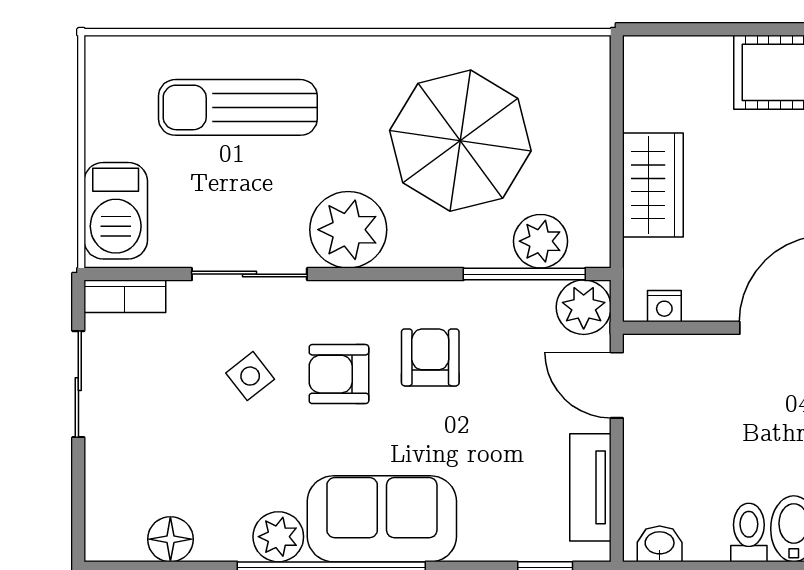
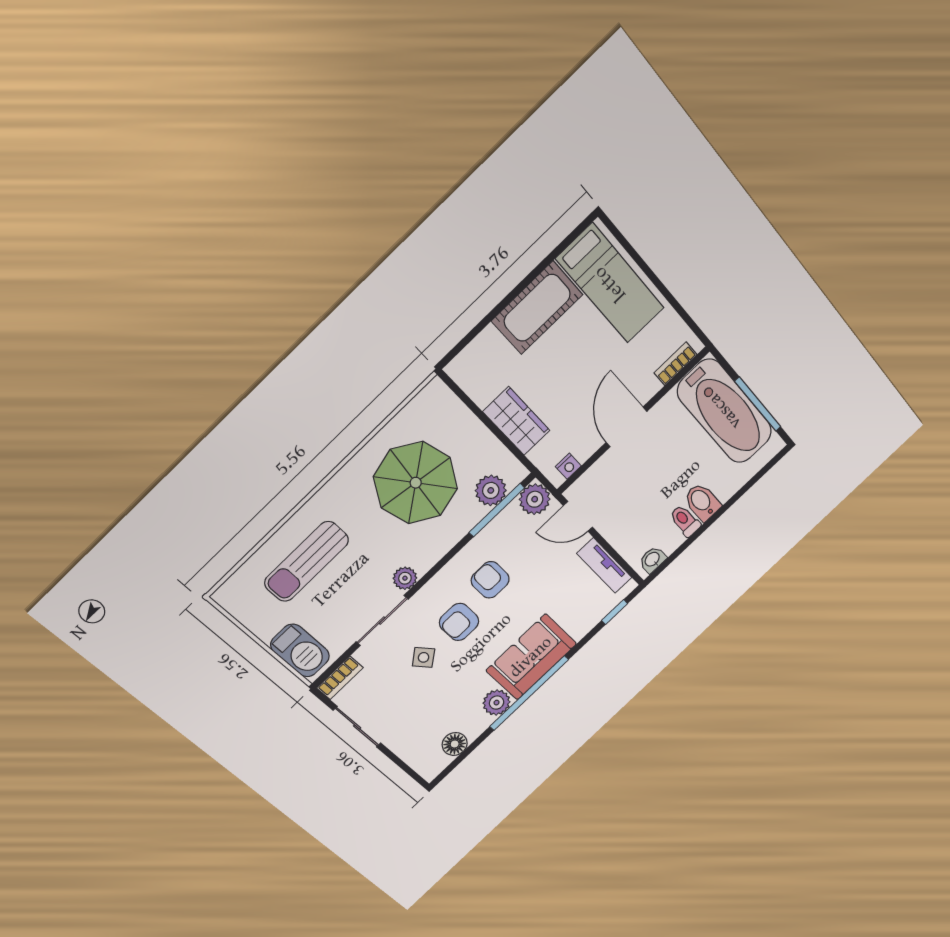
plant: (348, 230) -> (405, 578), width x0.53, depth x0.53

